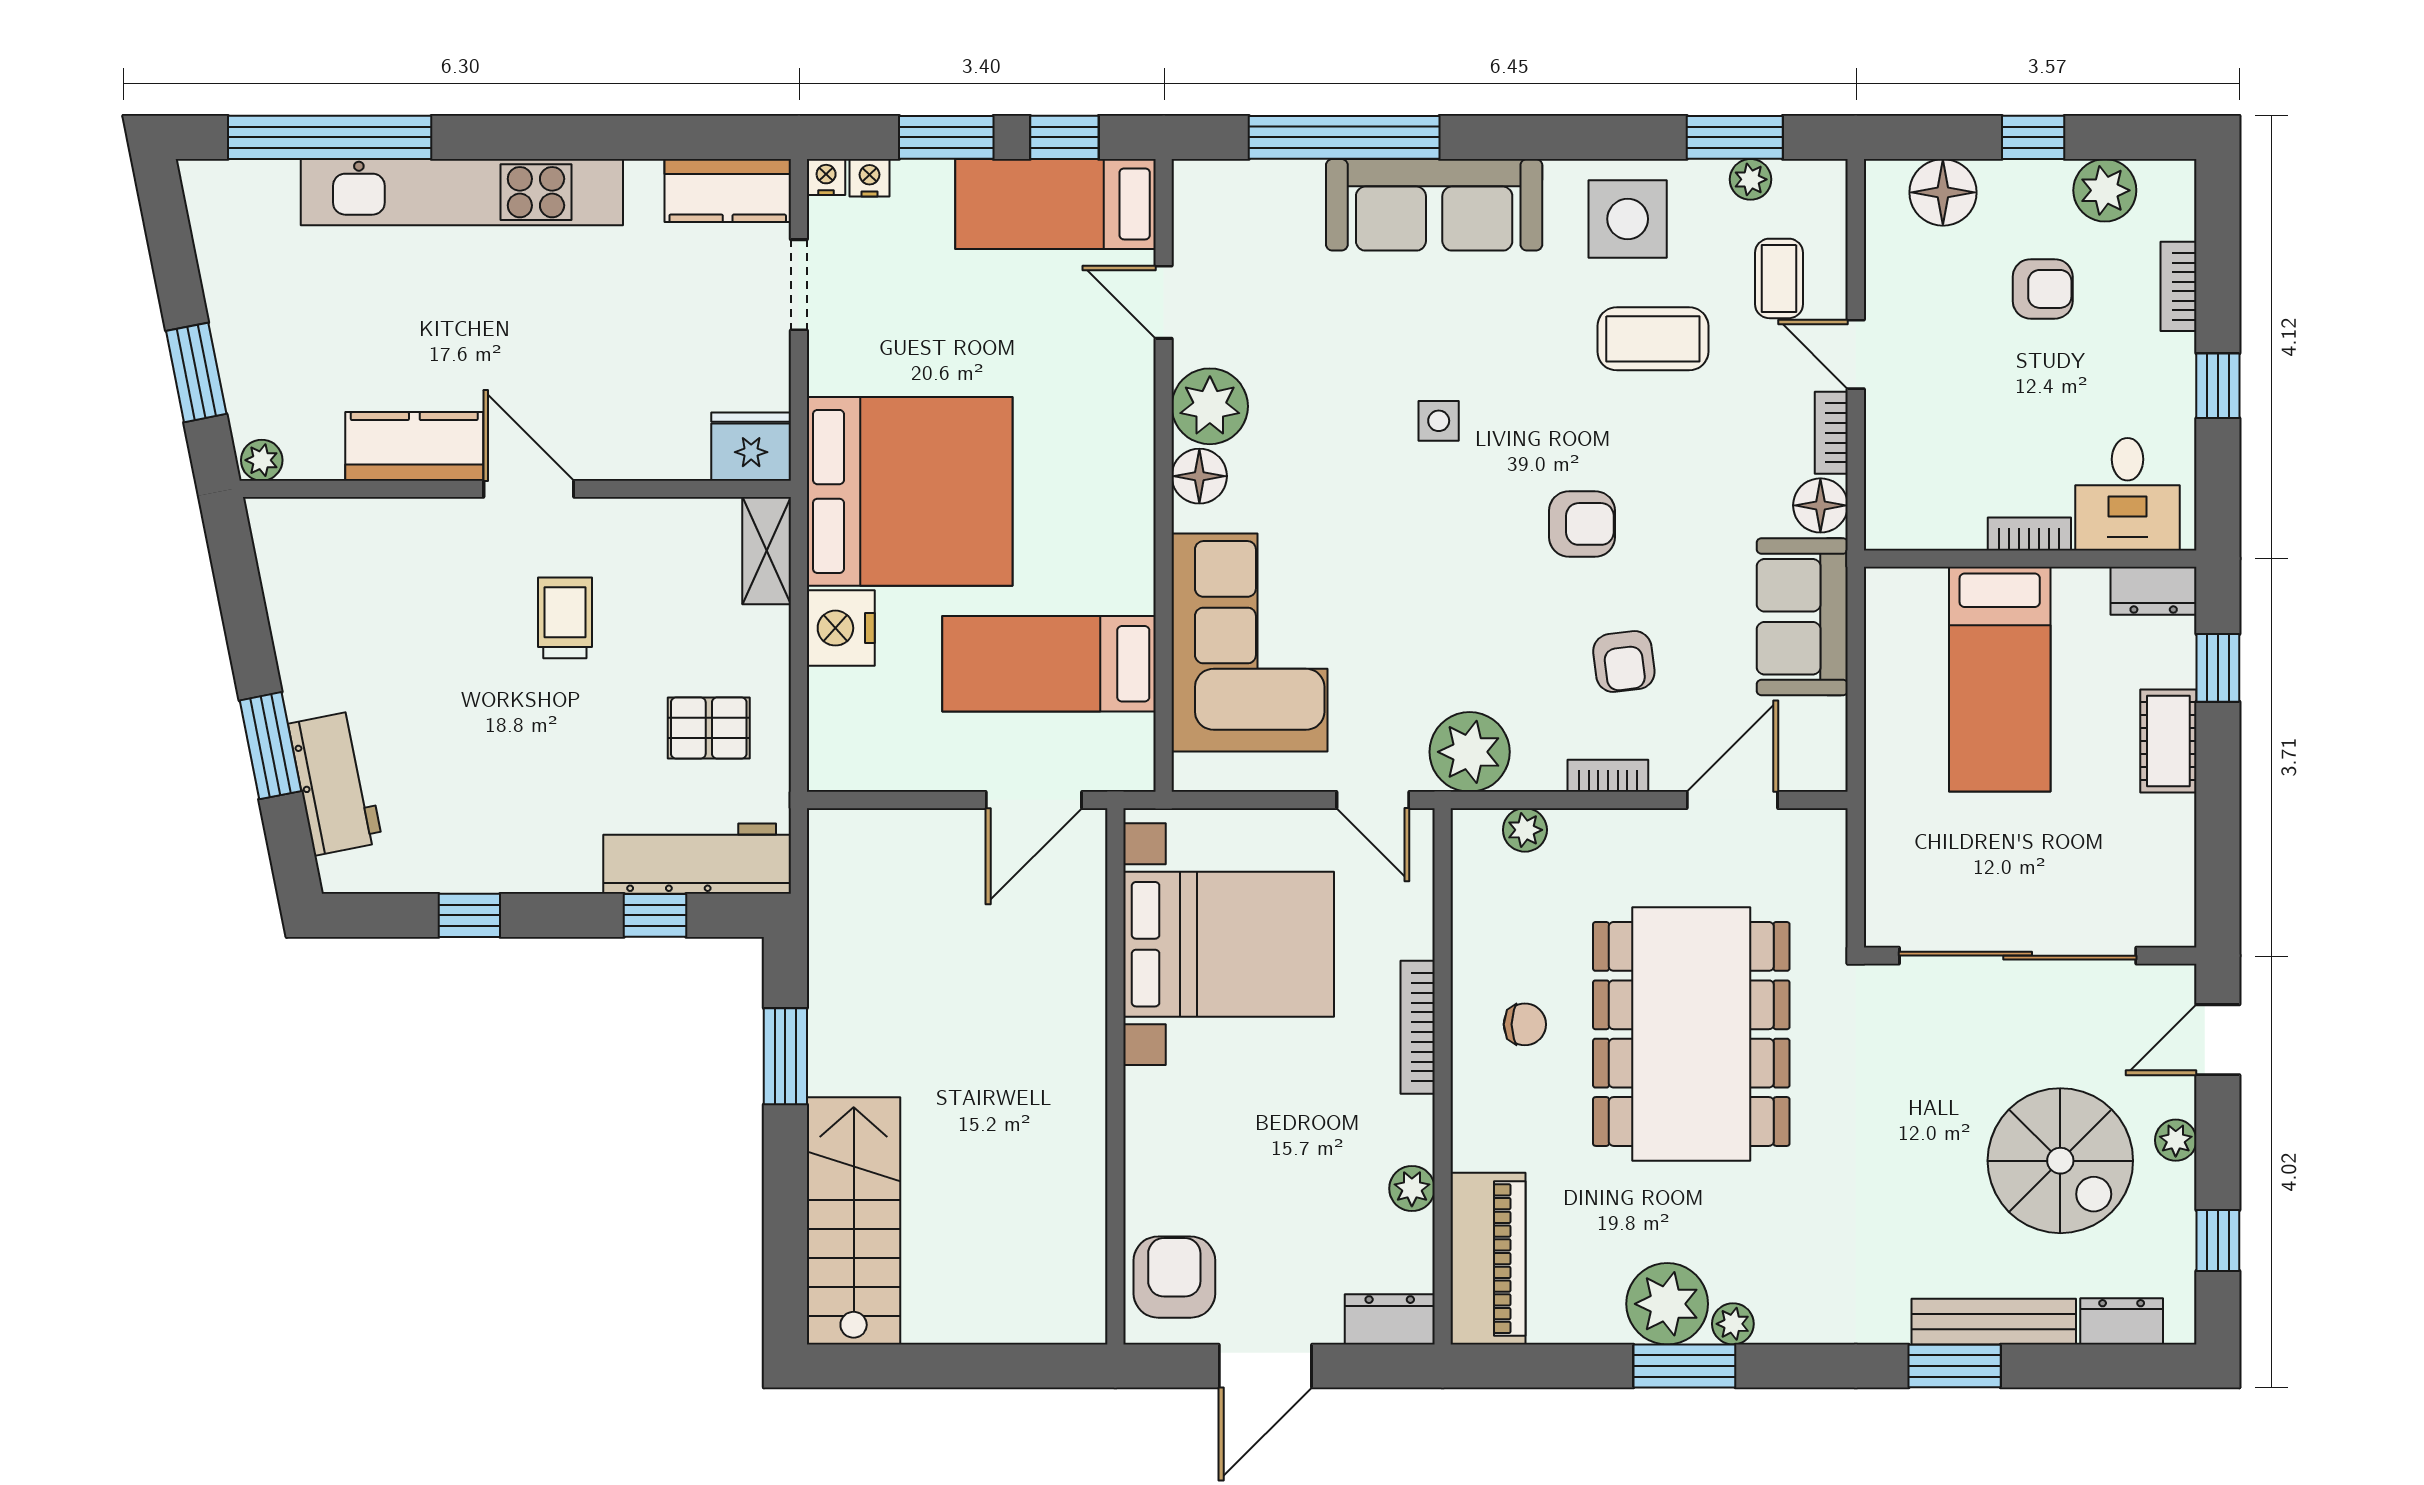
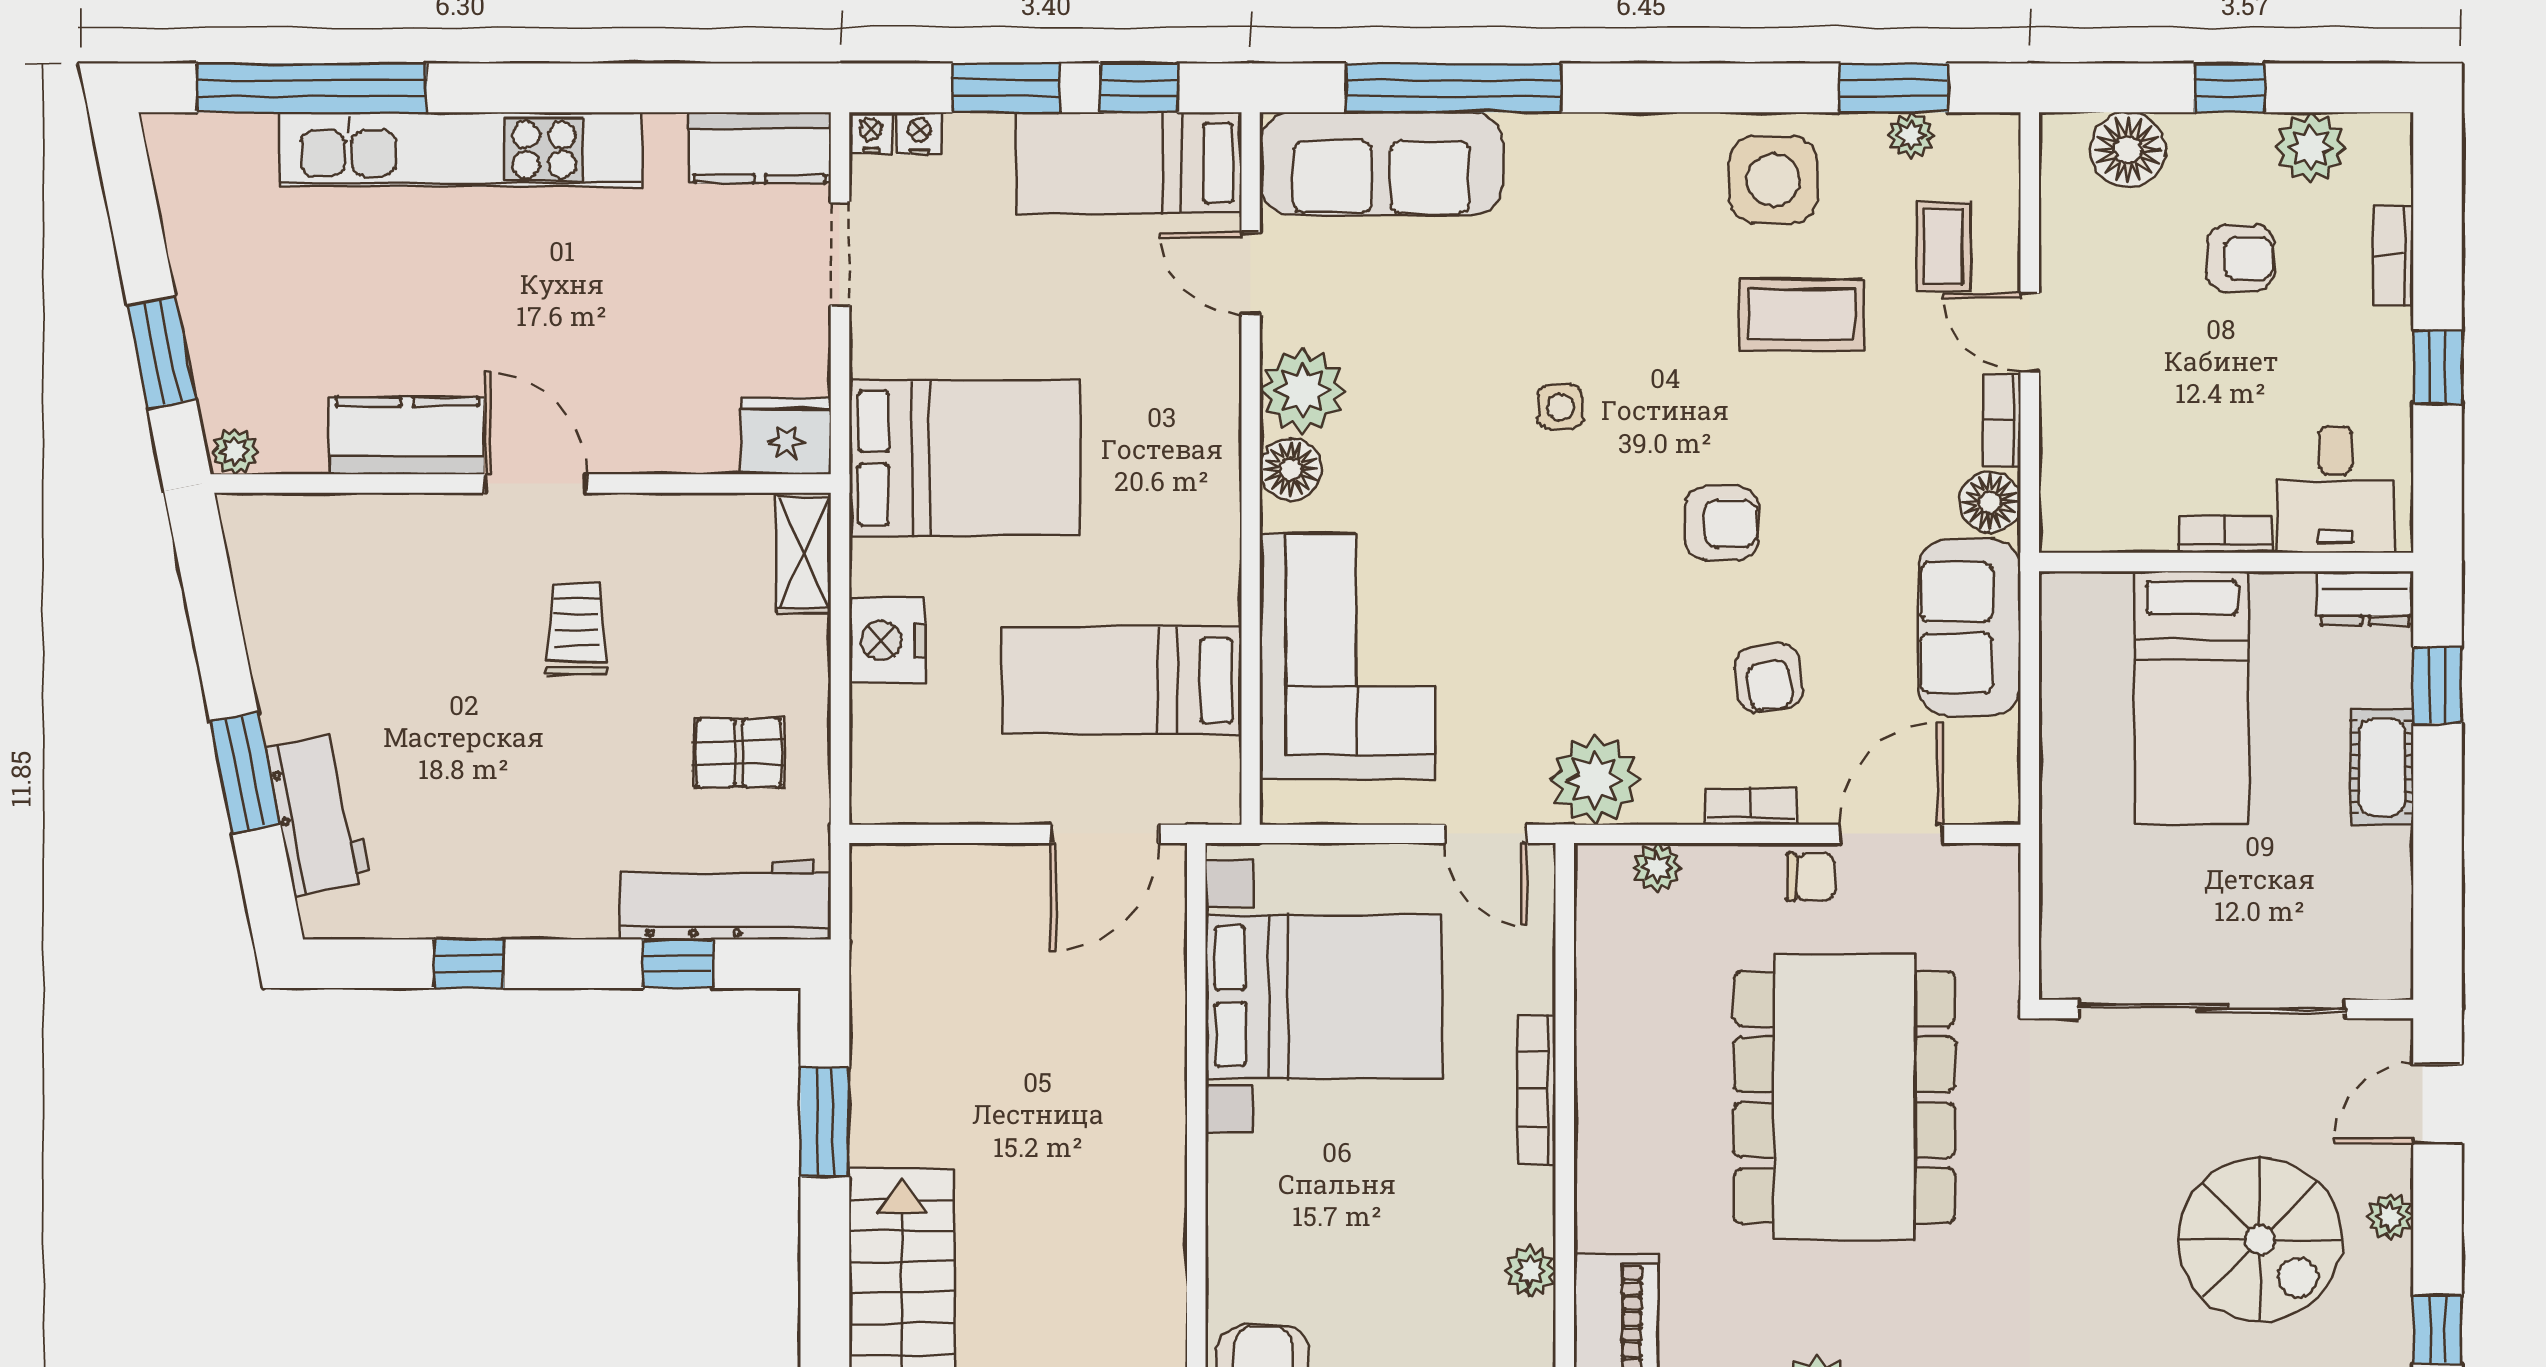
sofa: (1434, 205) -> (1381, 164), moved
bed: (910, 491) -> (965, 458), width x0.73
chair: (1525, 1024) -> (1810, 877), moved

